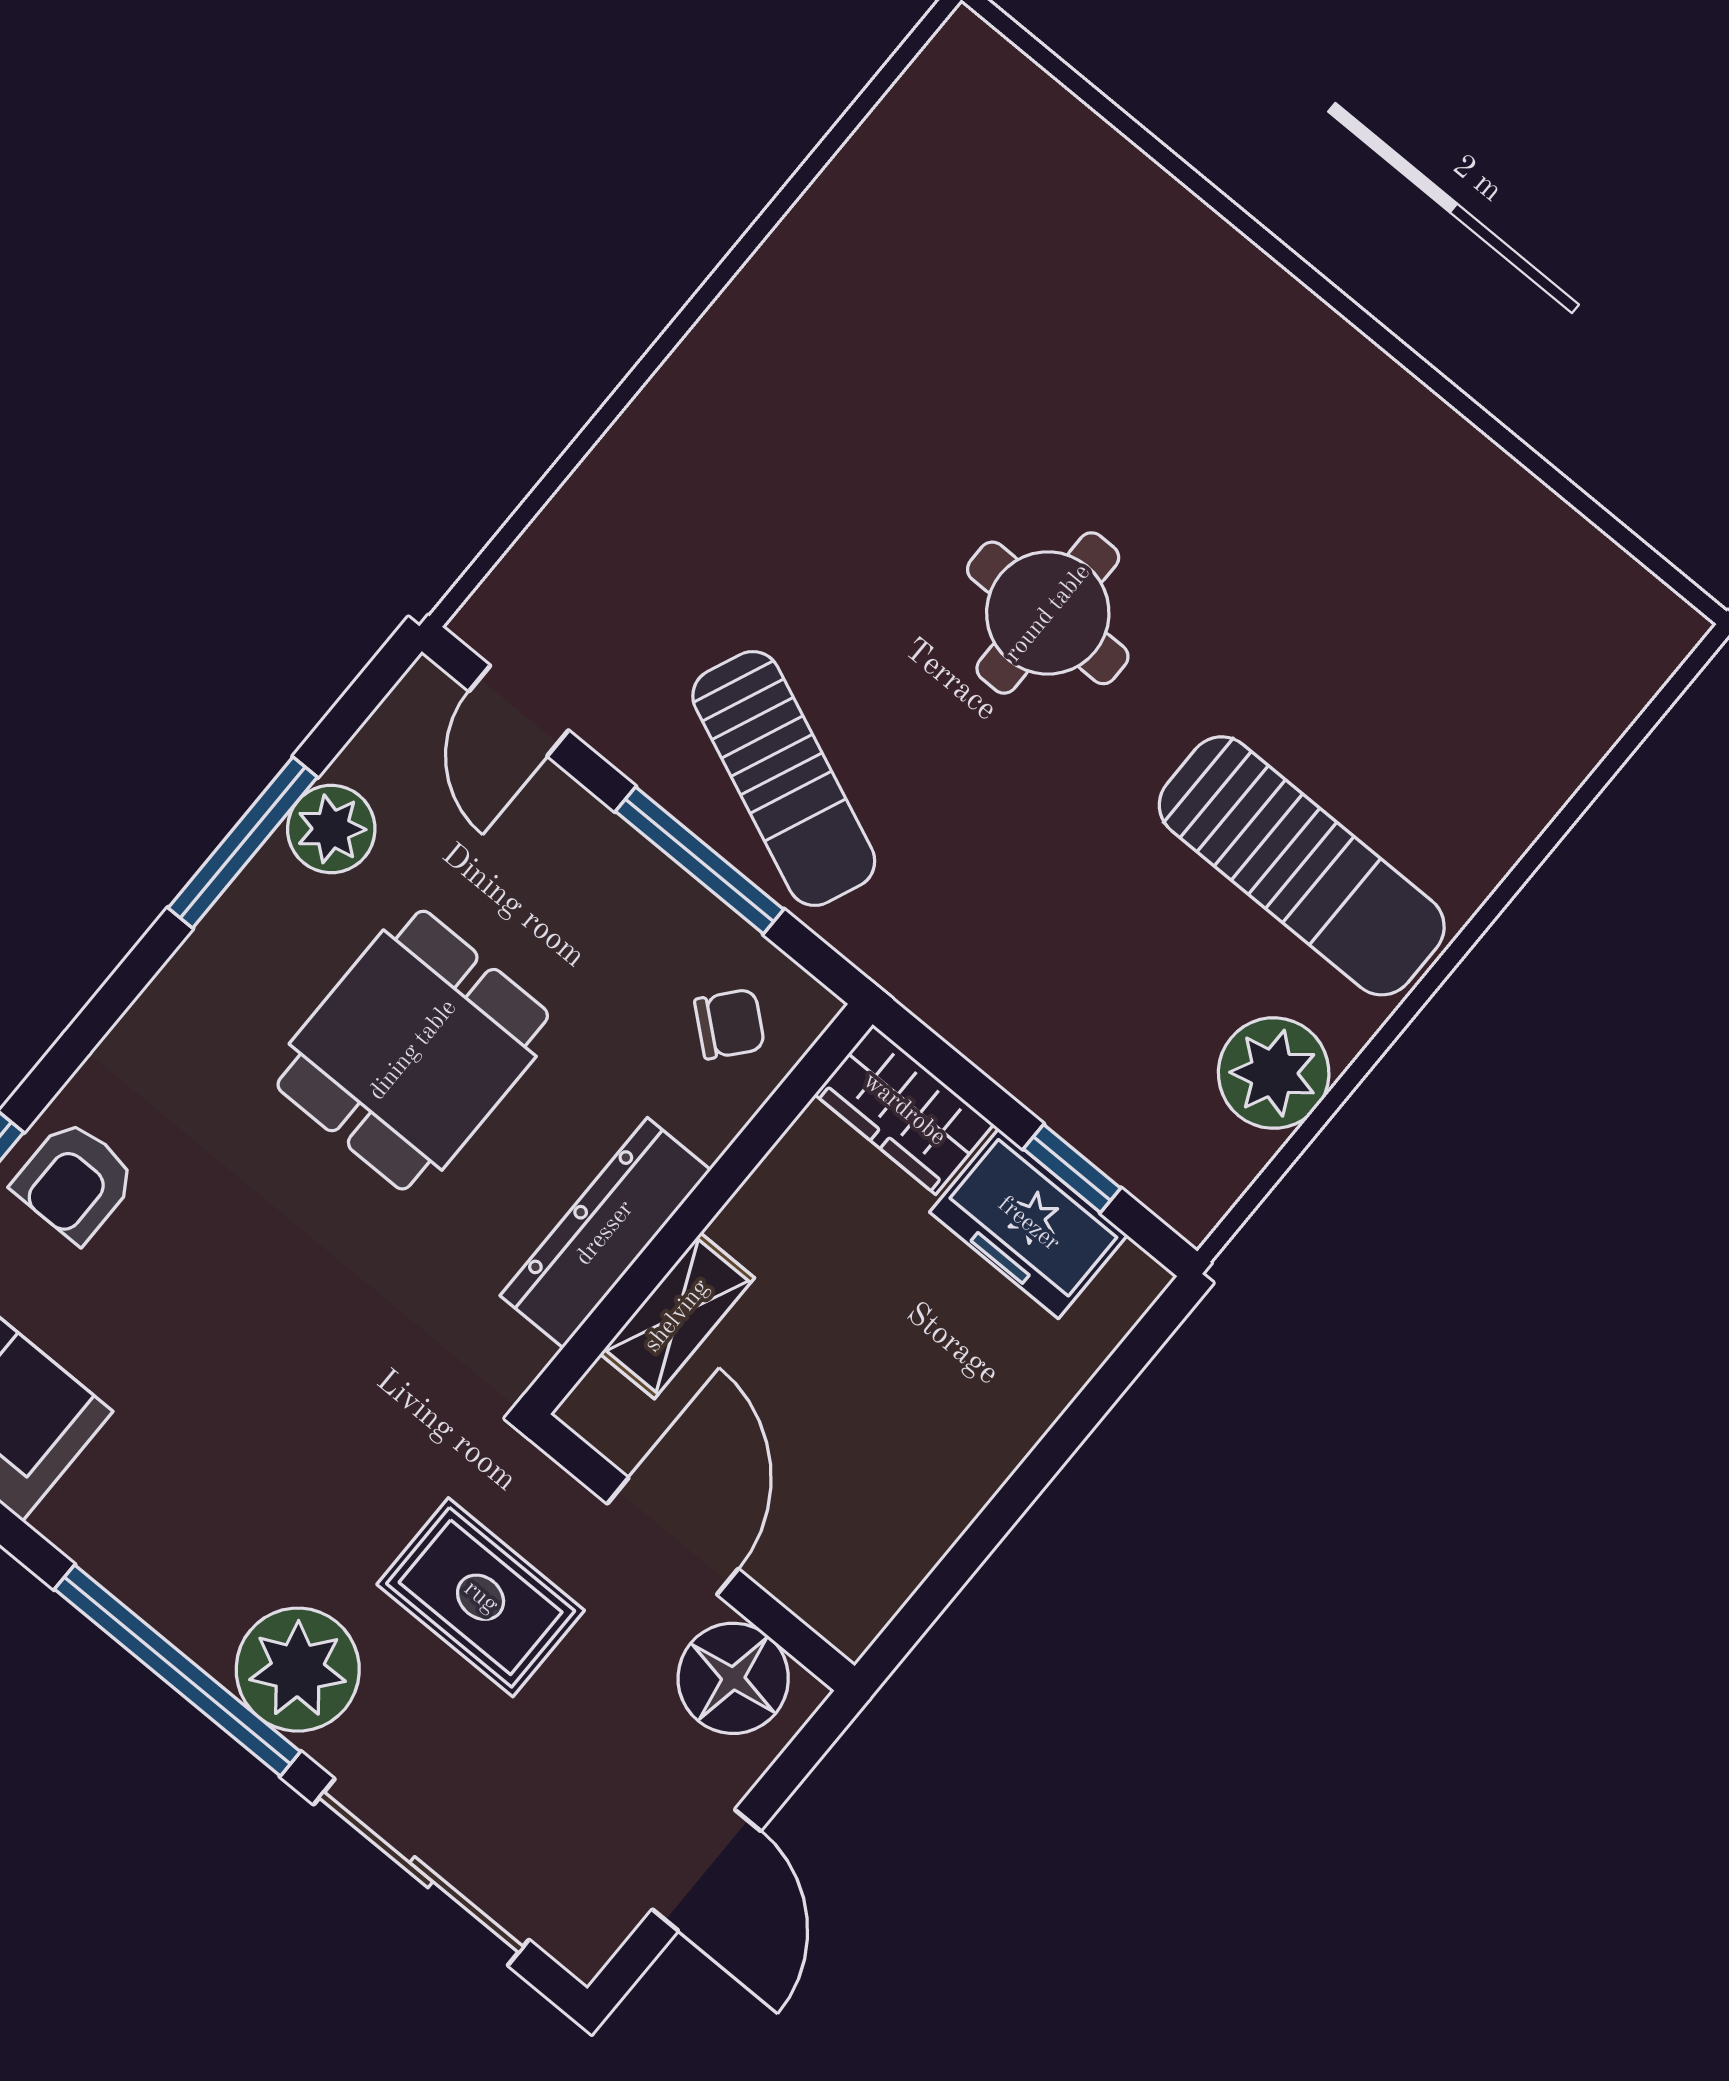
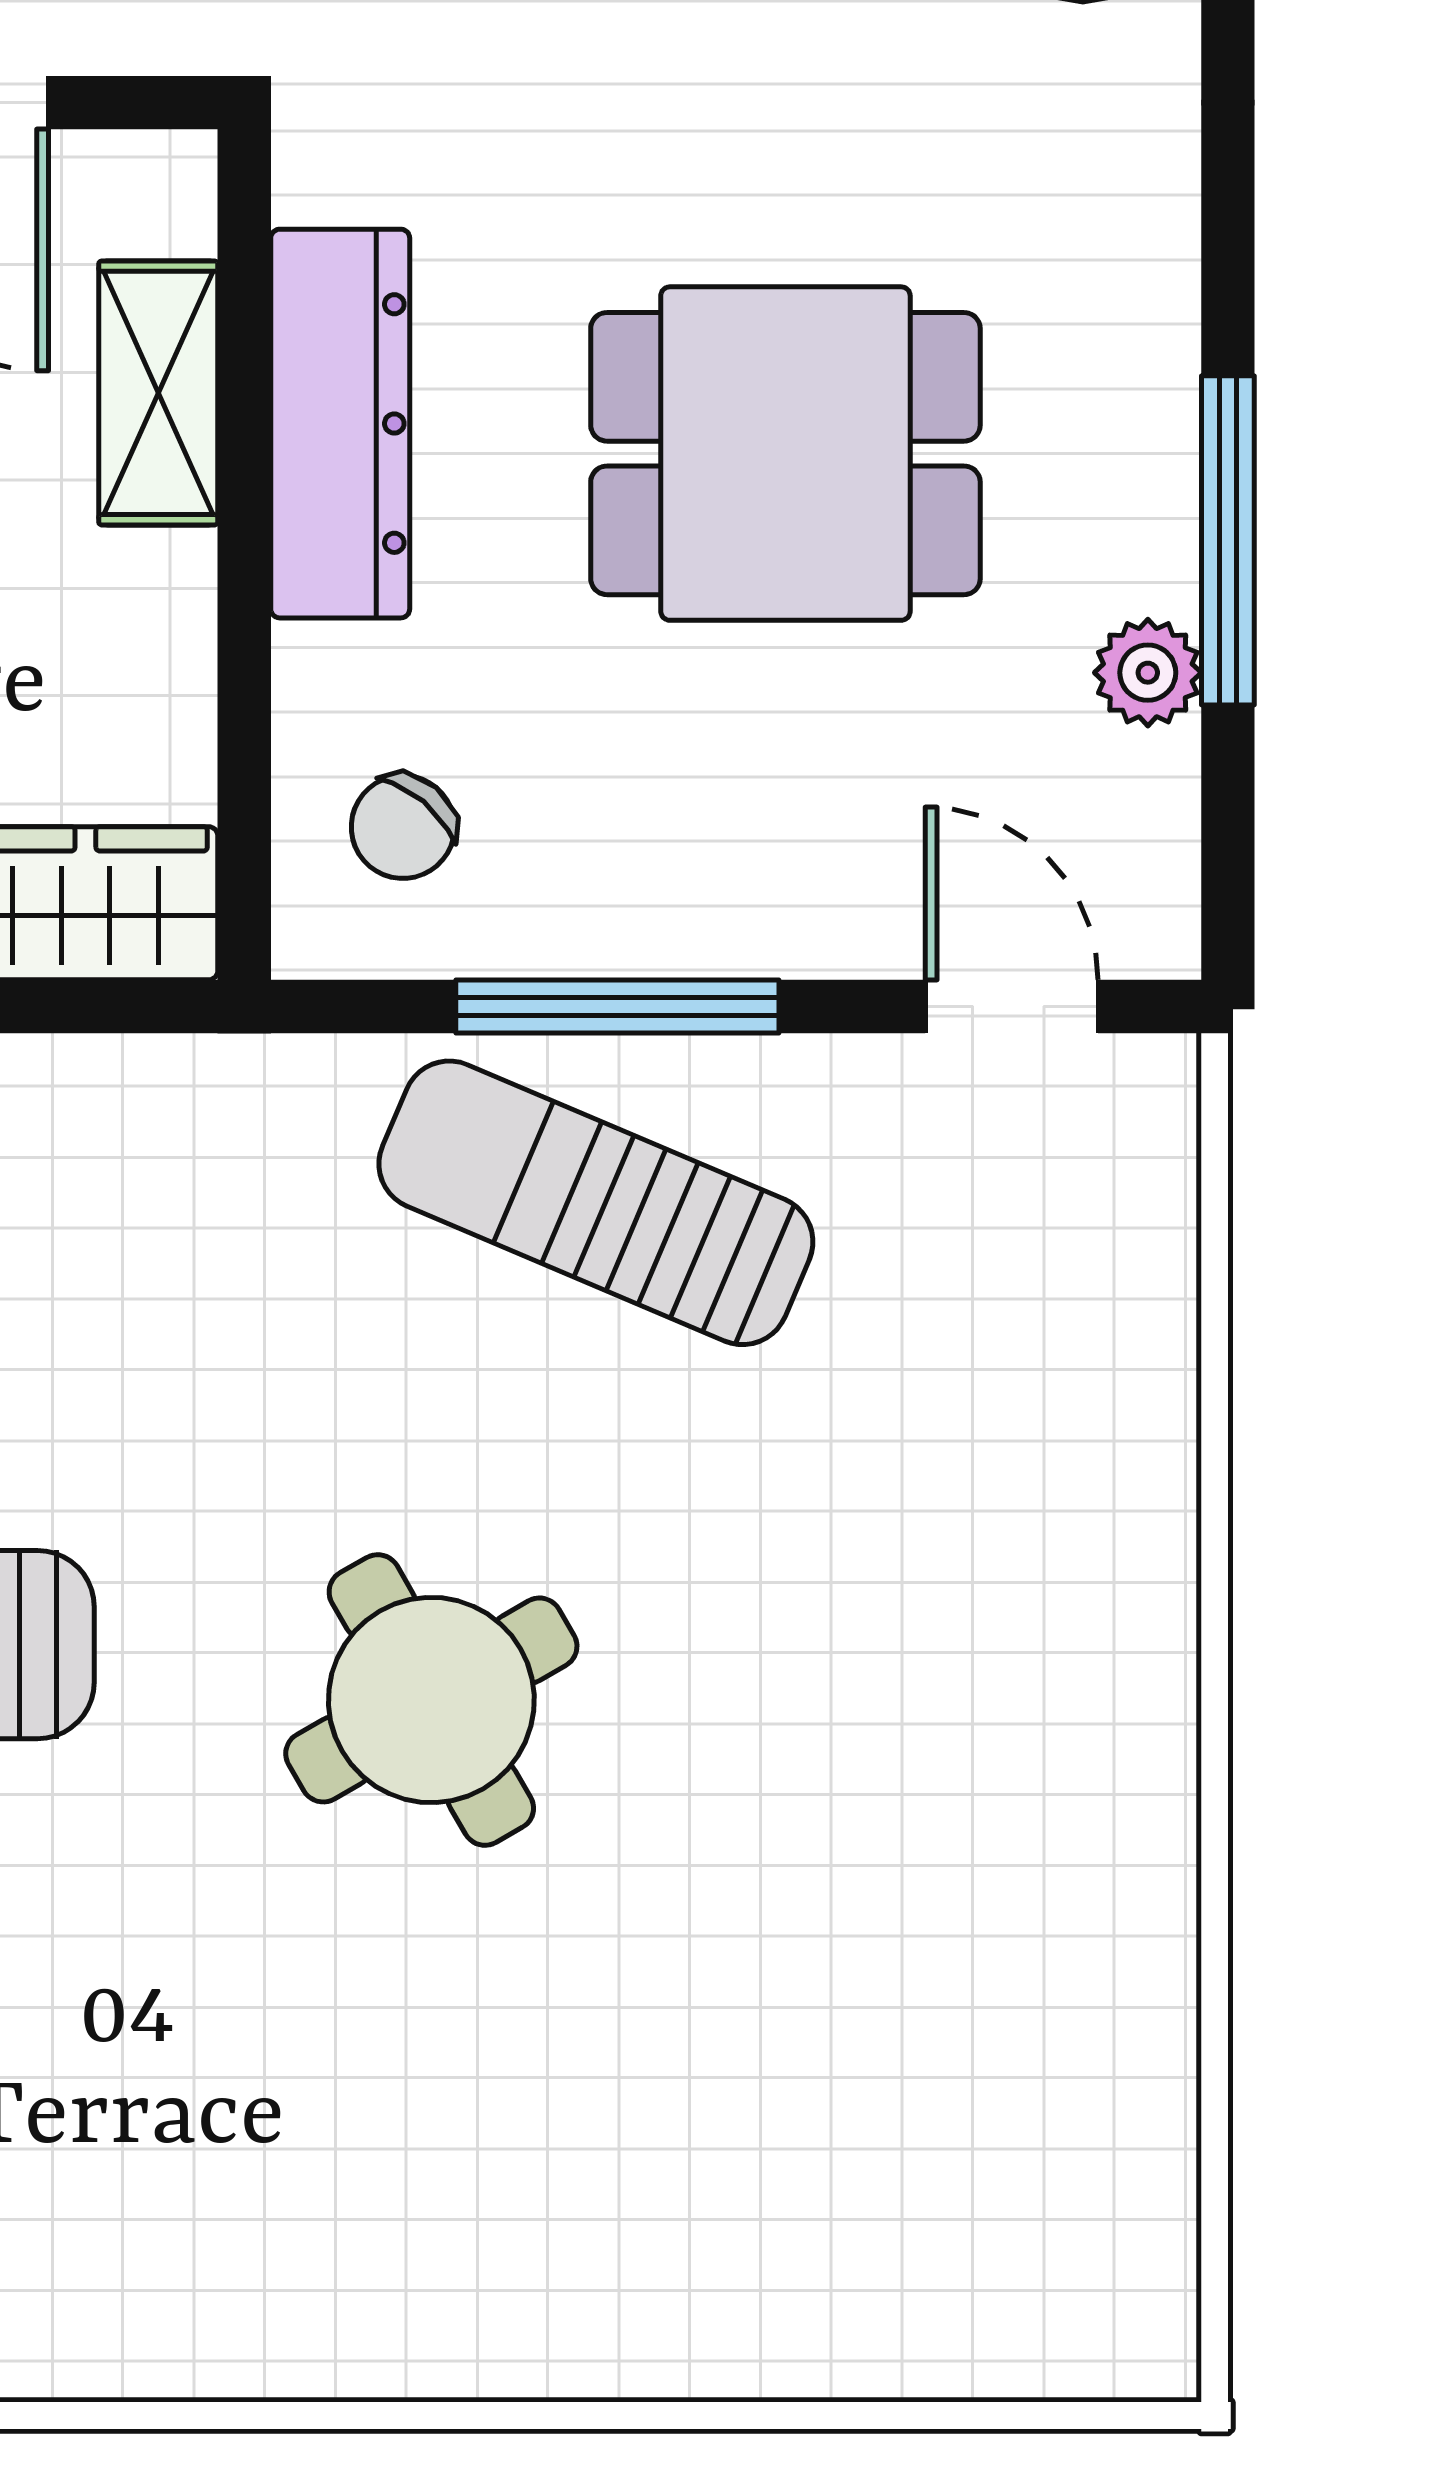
round table: (1048, 613) -> (431, 1700), turned -30
plant: (331, 829) -> (1148, 673), width x0.73, depth x0.73
dining table: (413, 1050) -> (785, 454), turned 90

